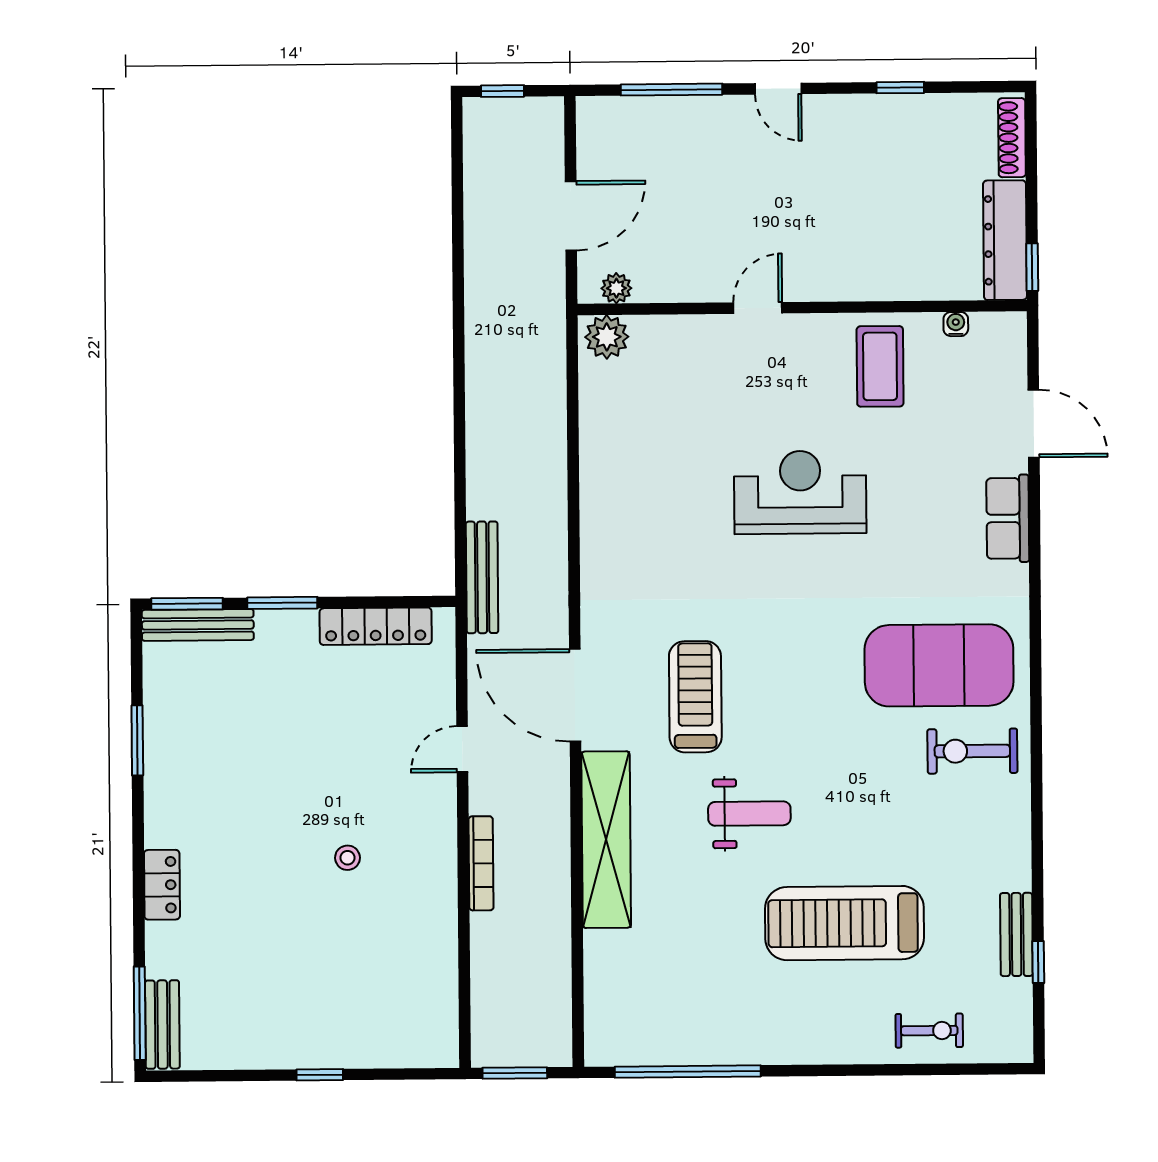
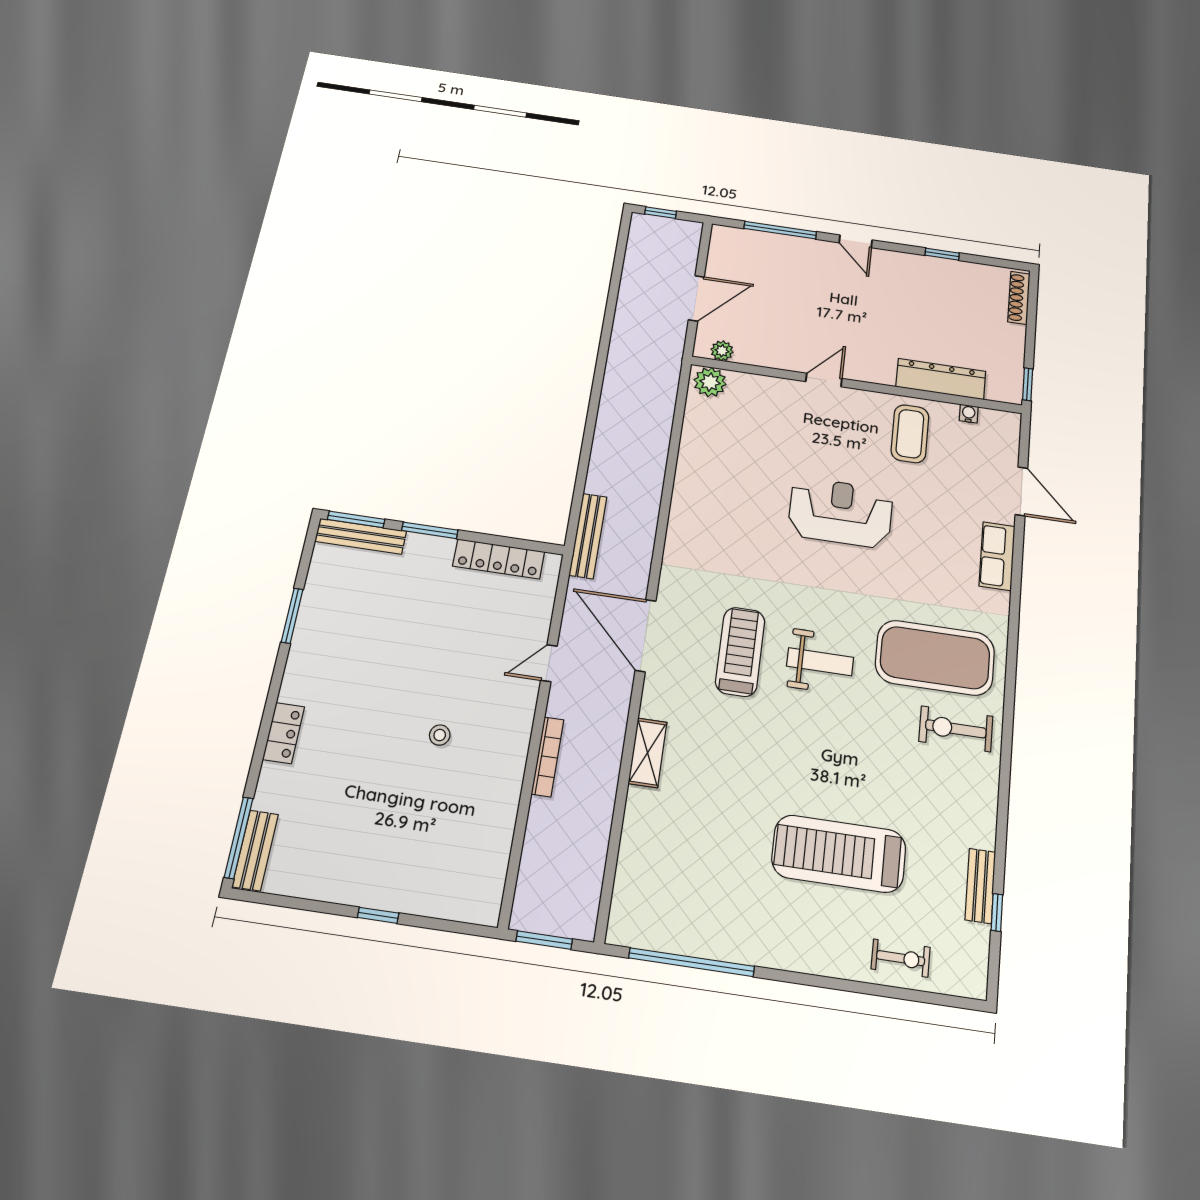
dresser: (1005, 240) -> (941, 379), moved, turned 90
weight bench: (749, 814) -> (820, 662), moved
shelving: (606, 840) -> (648, 753), width x0.45, depth x0.75

